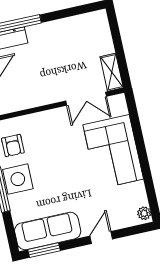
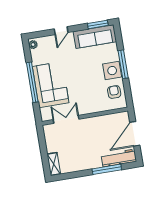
shelving: (112, 72) -> (54, 164), moved
window: (142, 154) -> (32, 82), added

